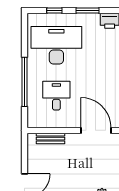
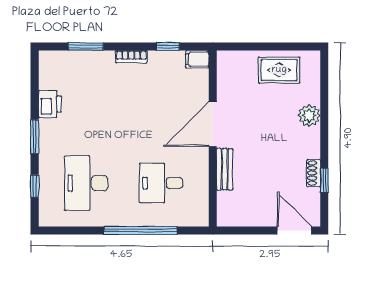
desk: (56, 45) -> (86, 183), width x0.73, depth x0.77
bench: (50, 139) -> (225, 169), moved

